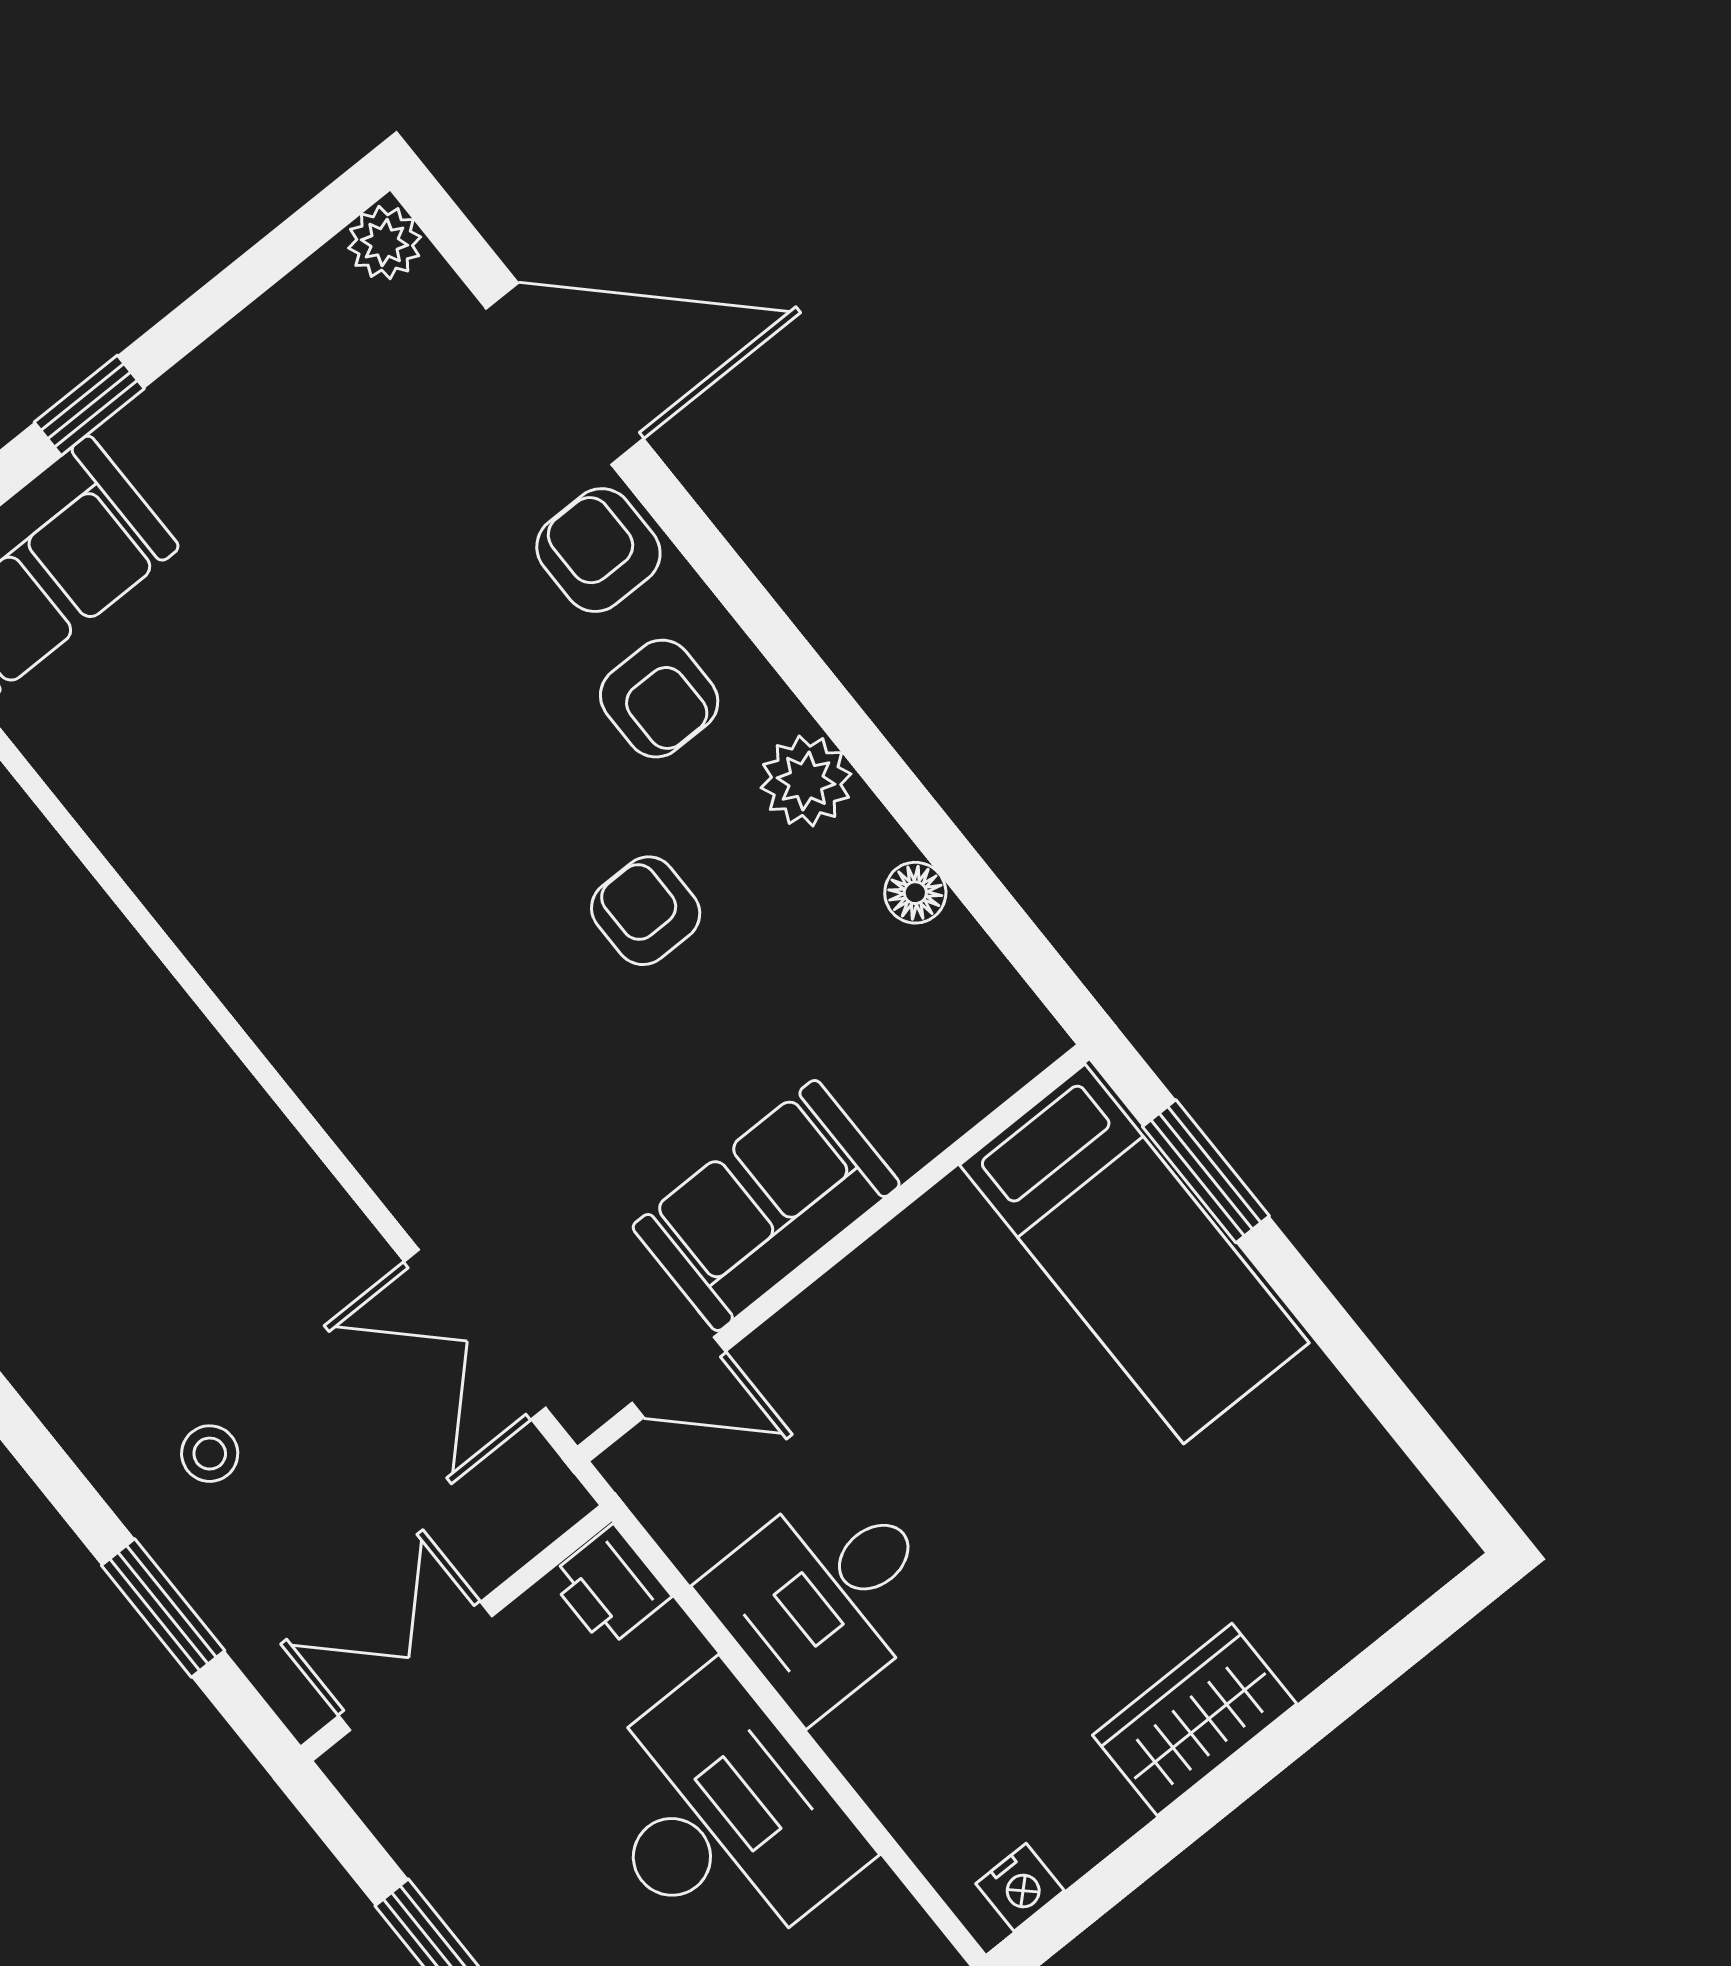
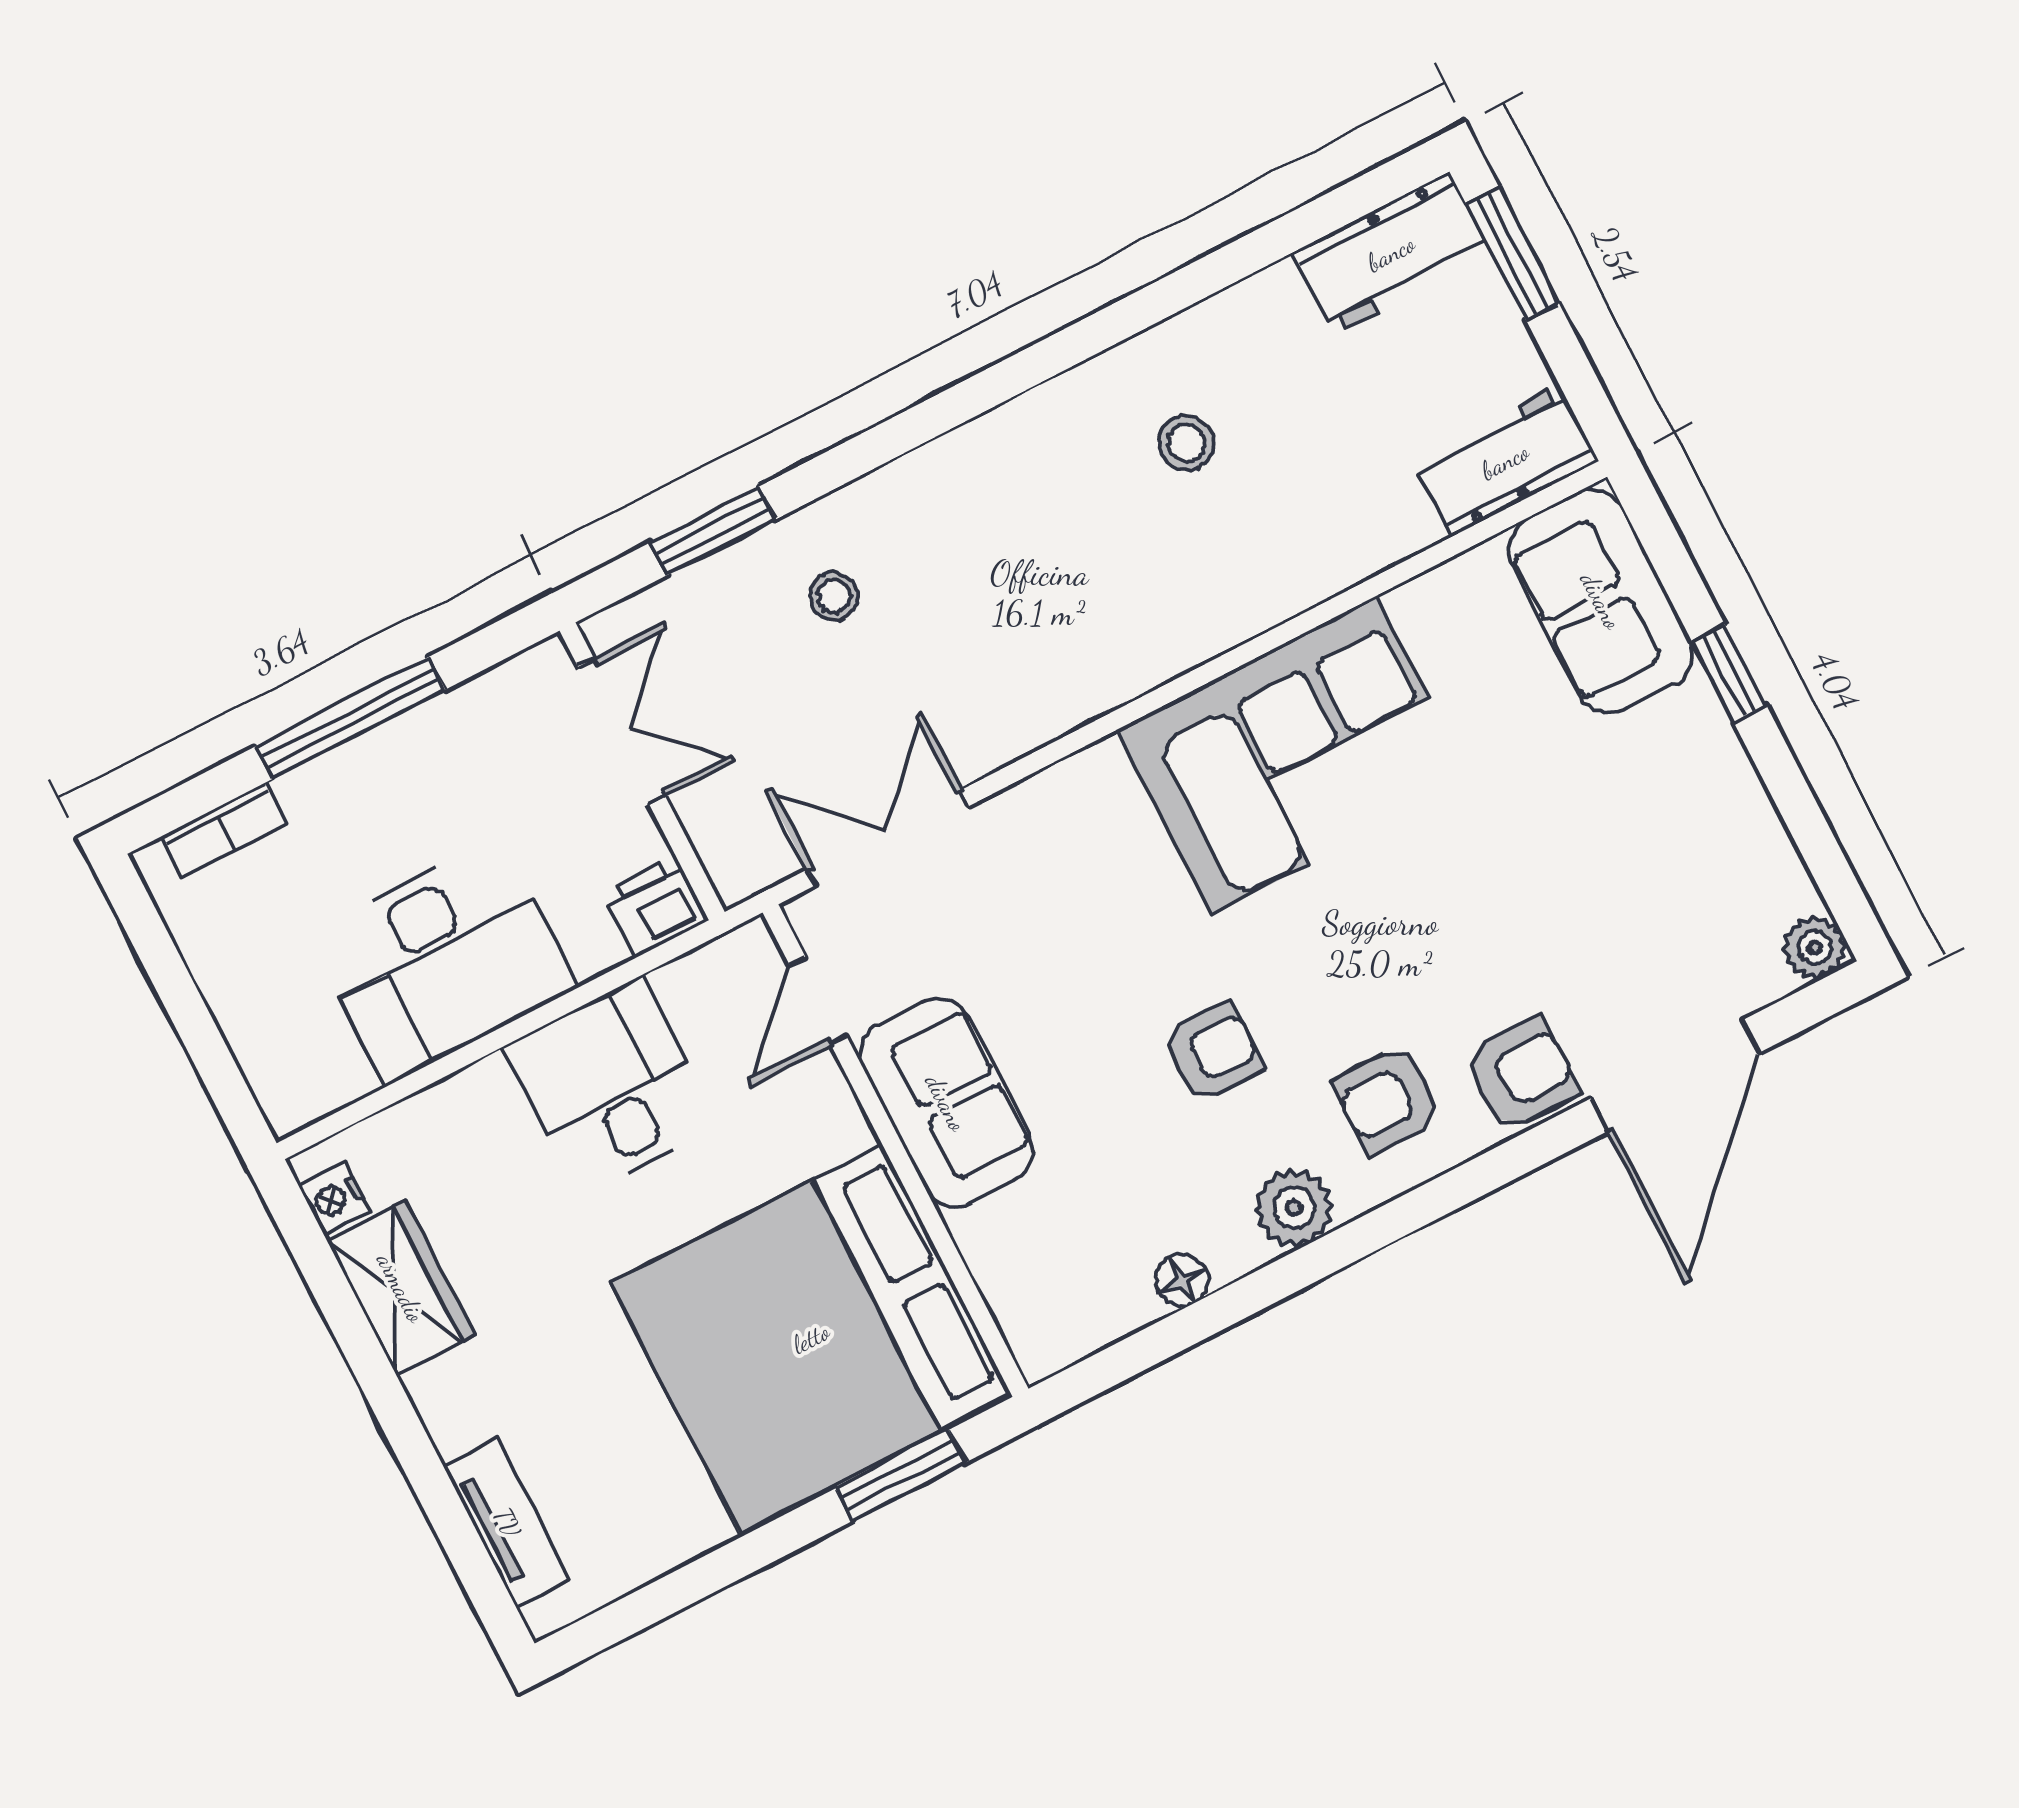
corner sofa: (285, 887) -> (1294, 755), added
bed: (1134, 1254) -> (811, 1338), width x2.04
tv unit: (1353, 1613) -> (507, 1523), added
wardrobe: (1195, 1720) -> (401, 1288), moved

